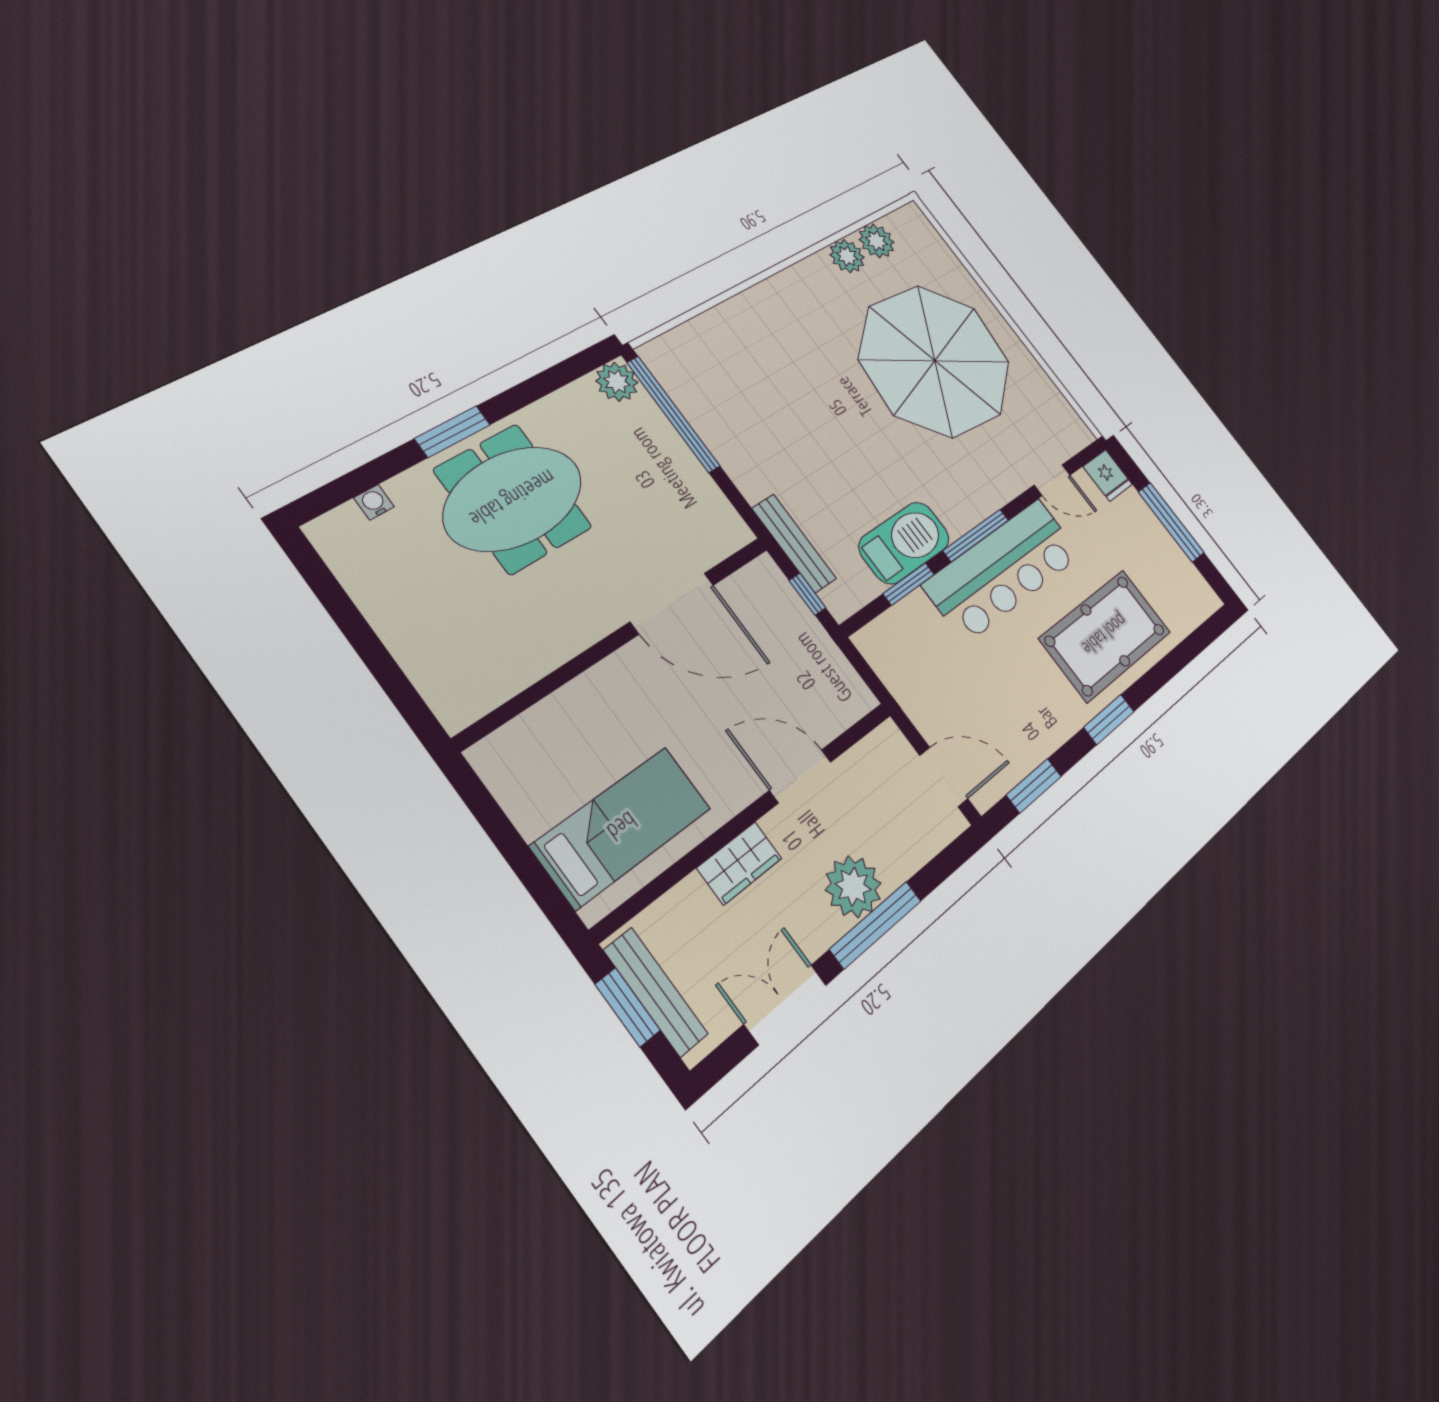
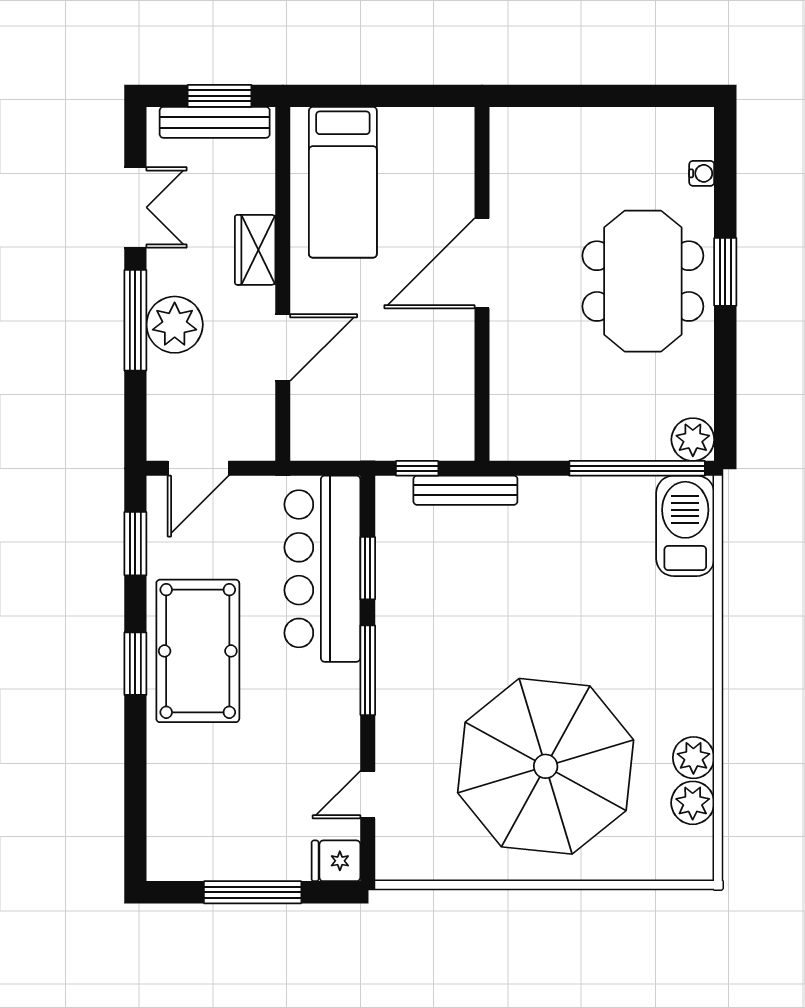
barbecue: (904, 543) -> (685, 526), moved, turned 180
bar counter: (1003, 570) -> (322, 569), moved
door: (672, 603) -> (482, 263), moved
pool table: (1105, 635) -> (198, 651), moved

